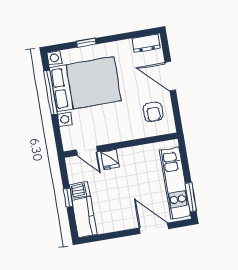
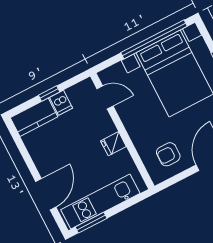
window: (50, 93) -> (154, 39), width x1.46
door: (87, 151) -> (105, 97), swing flipped
fridge: (110, 159) -> (113, 144), moved

